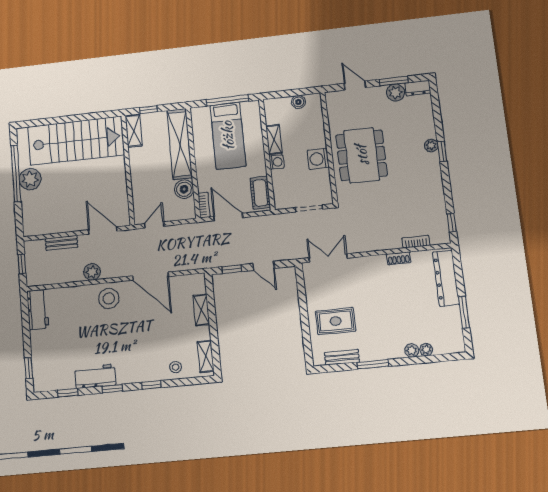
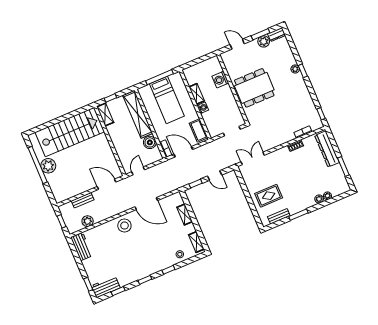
boiler: (298, 102) -> (205, 65), removed
dining table: (362, 155) -> (254, 88), turned 90
washing machine: (318, 159) -> (220, 80), moved
plant: (92, 272) -> (88, 221), moved
workbench: (95, 376) -> (106, 287), moved

